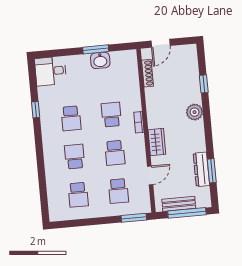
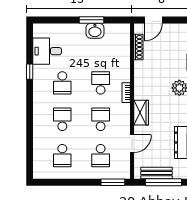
desk: (51, 71) -> (47, 51), moved
school desk: (115, 153) -> (101, 119), turned 180

